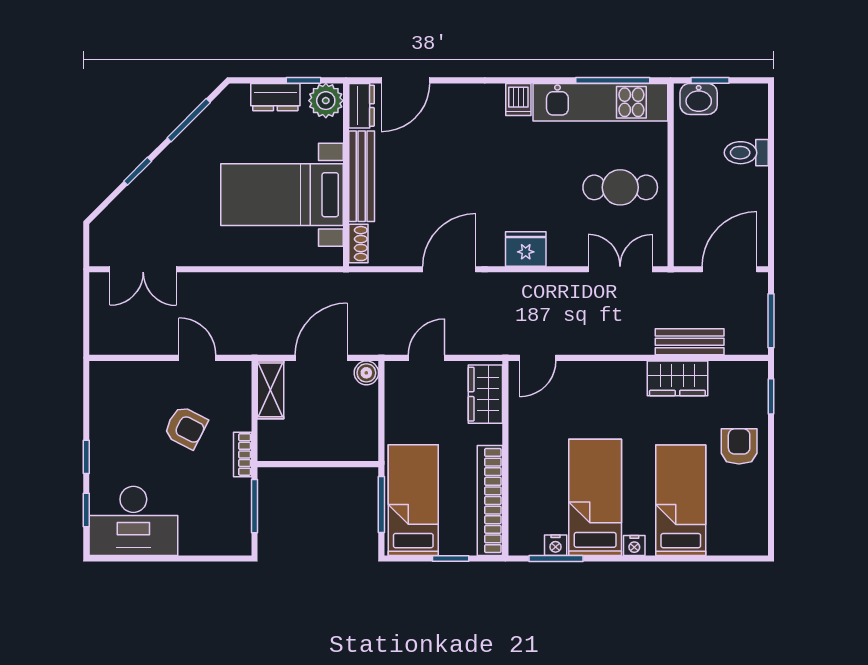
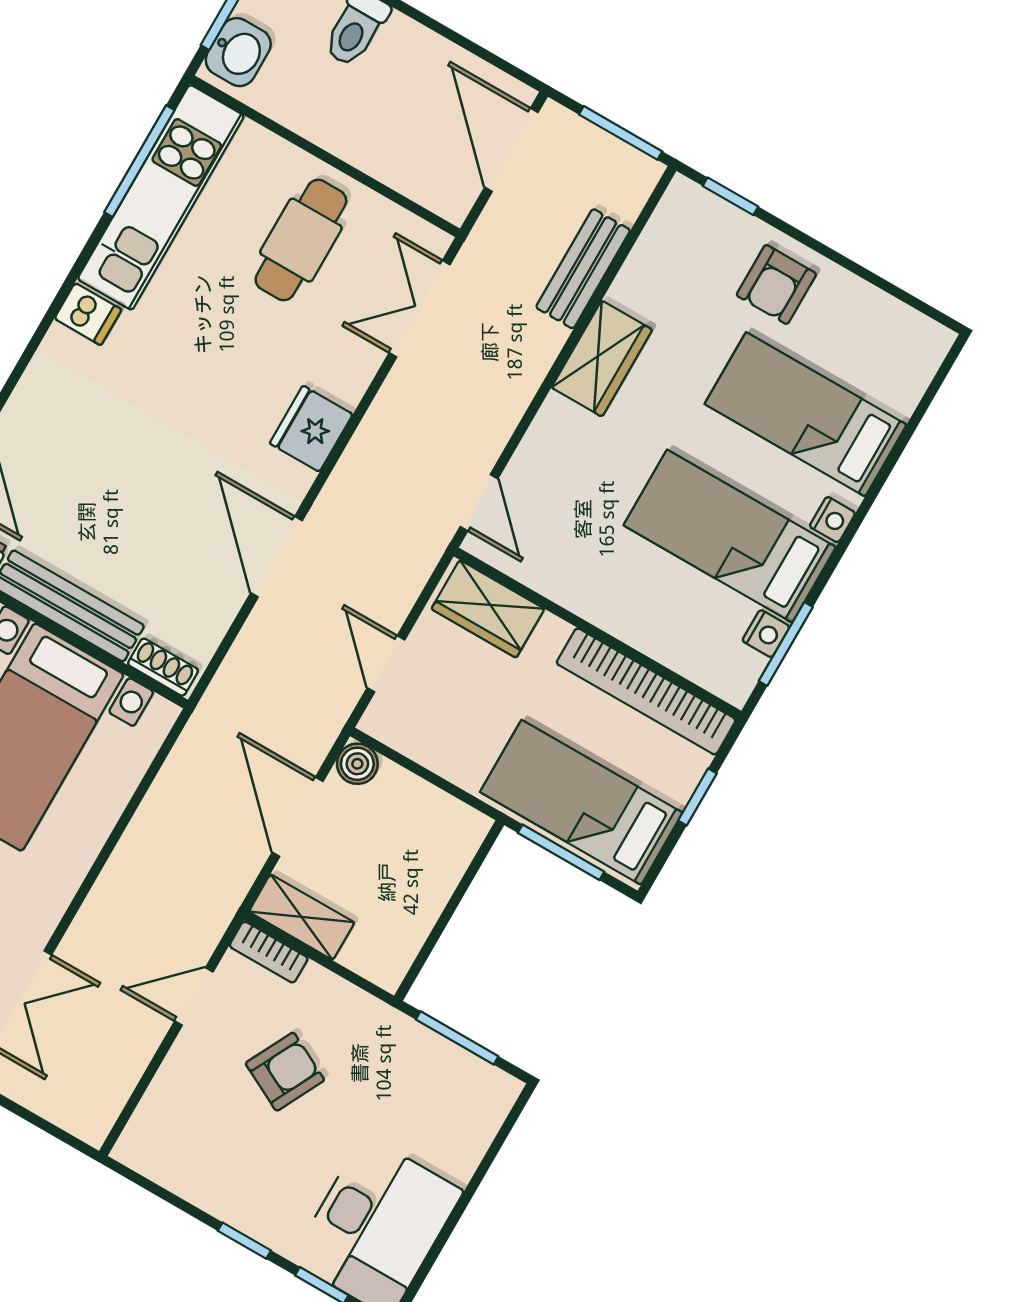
wardrobe: (677, 378) -> (602, 359), moved
armchair: (739, 446) -> (776, 284), turned -90
bookcase: (243, 454) -> (269, 952), moved

